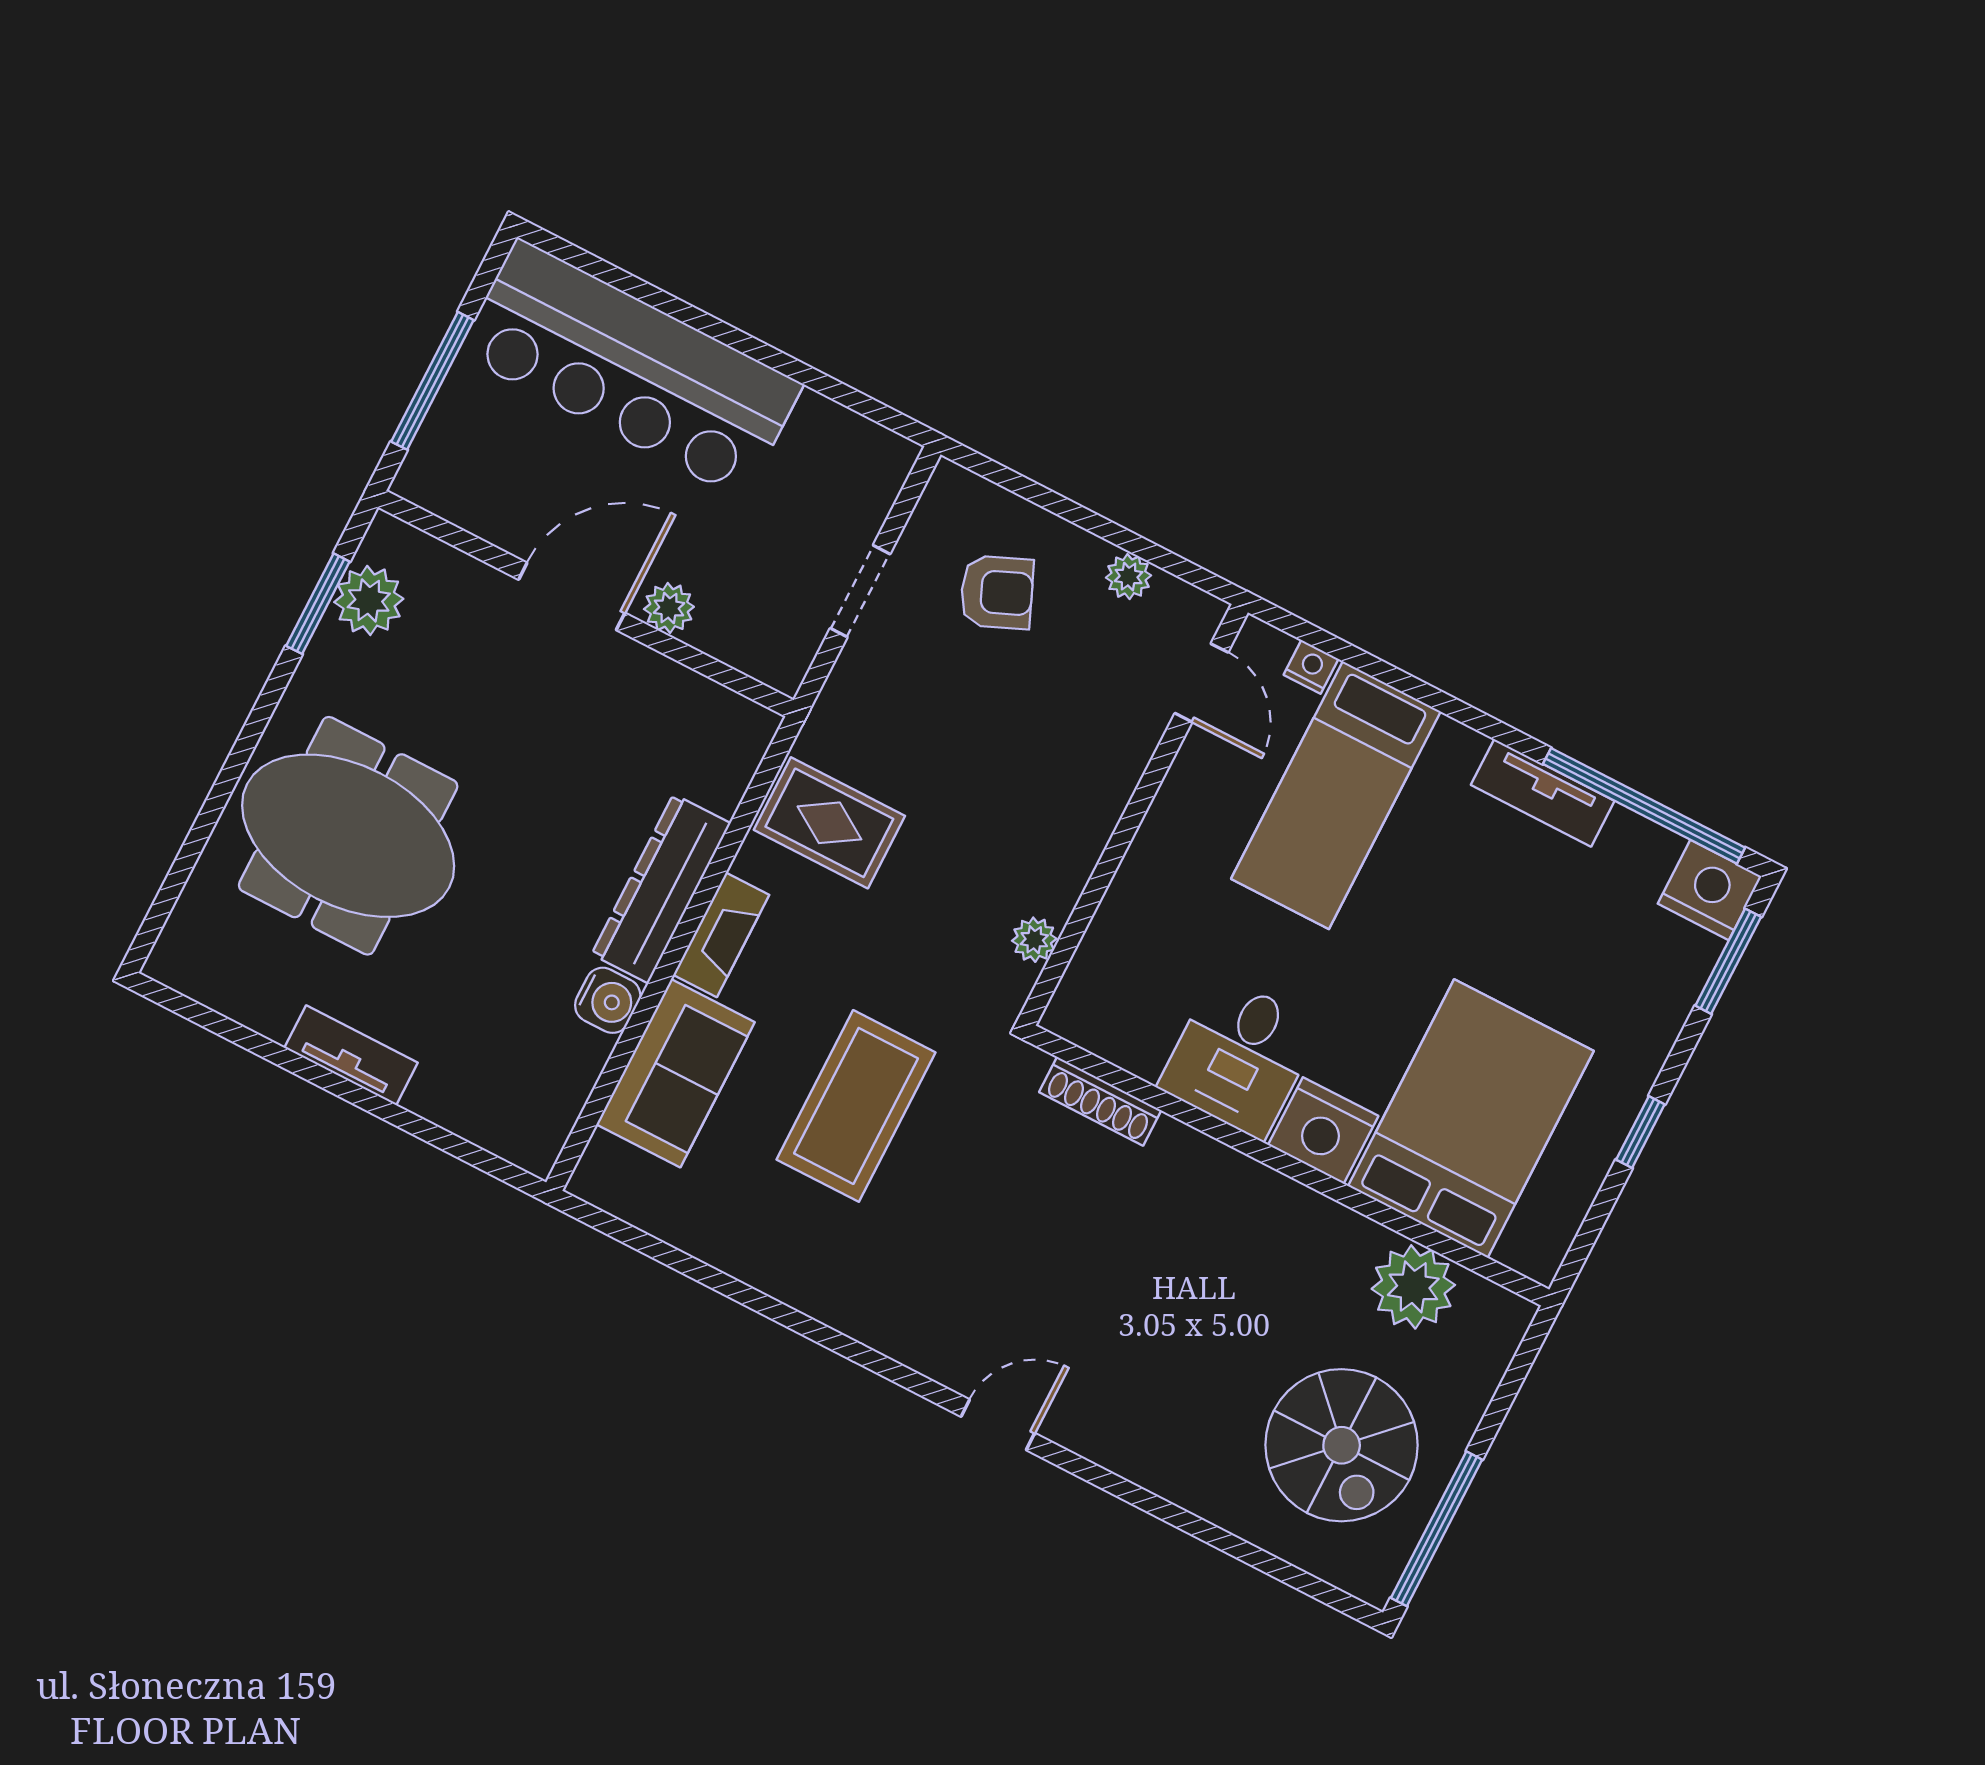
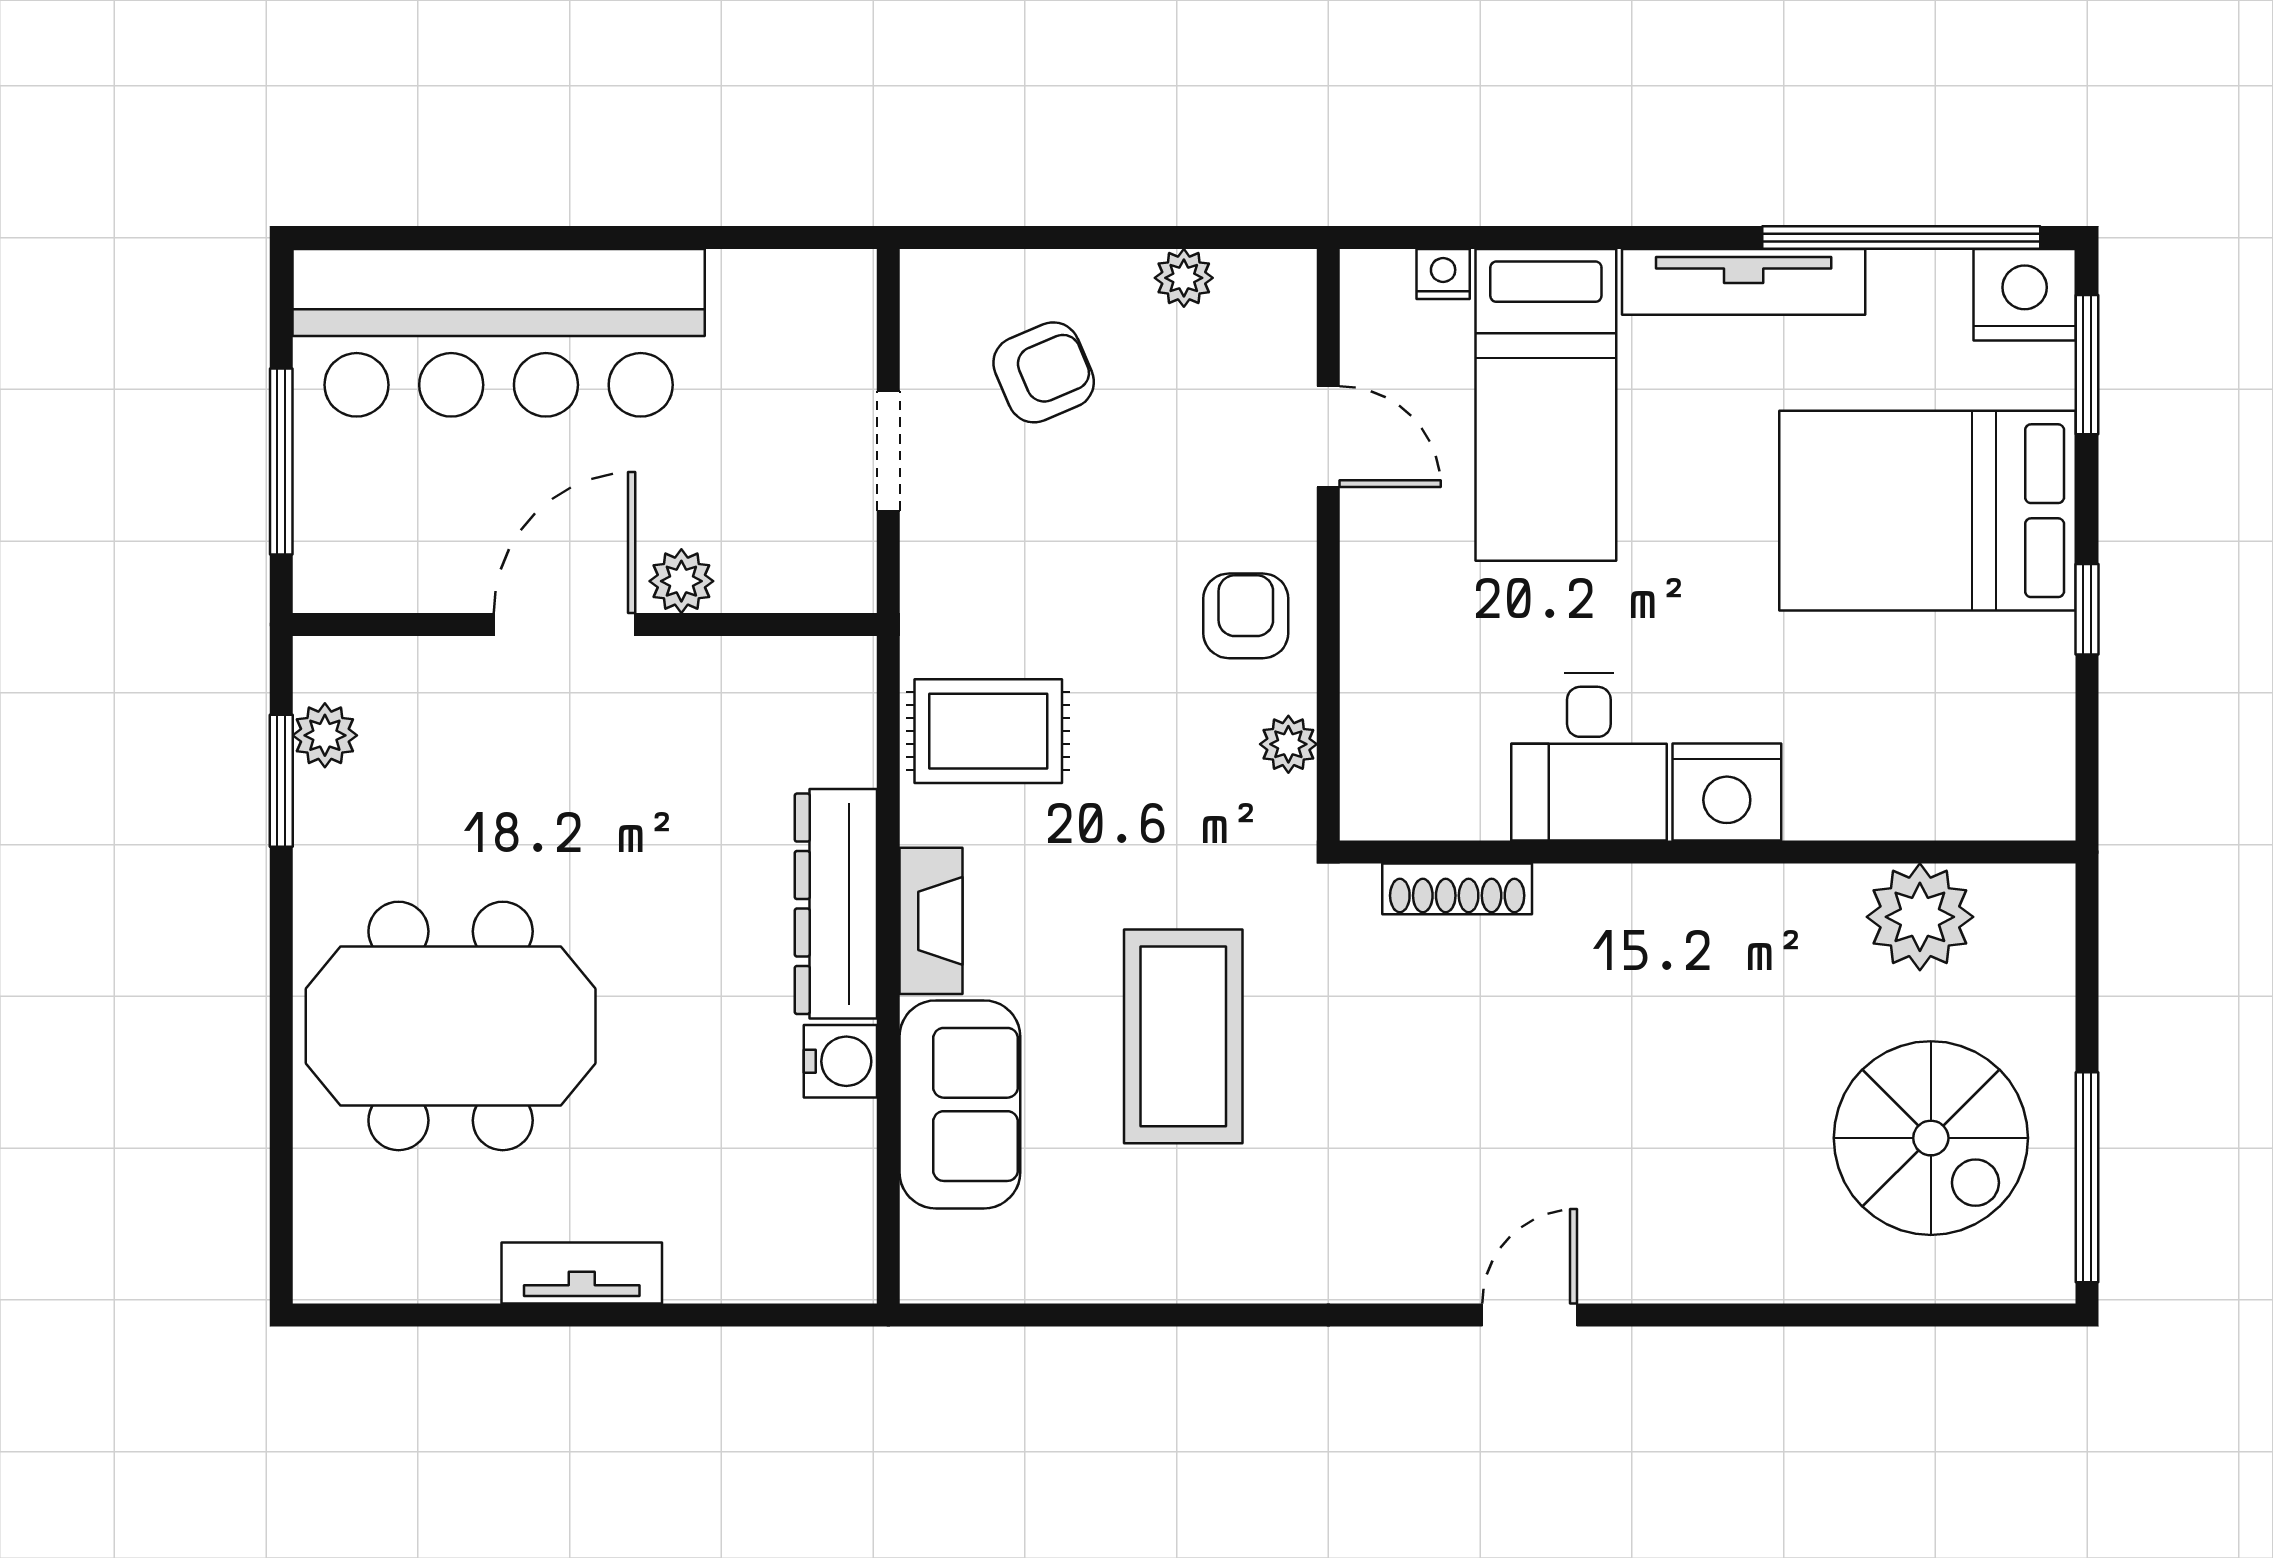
plant: (369, 600) -> (325, 735), width x0.73, depth x0.73
door: (1202, 683) -> (1328, 437), moved
tv unit: (1543, 793) -> (1744, 282), width x1.41
armchair: (1051, 835) -> (1246, 616), added
bed: (1471, 1119) -> (1928, 511), moved, turned -90

